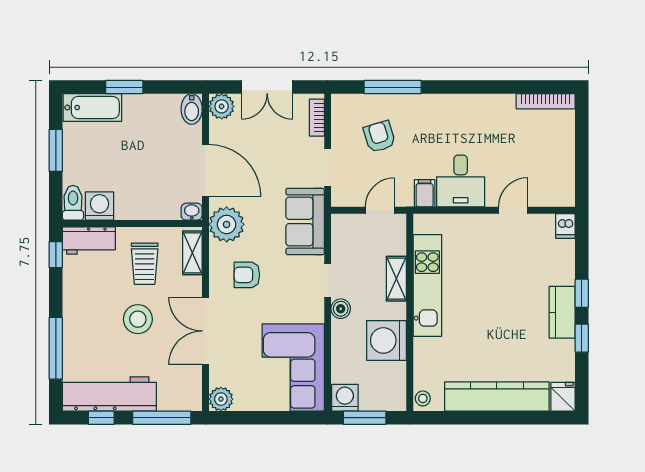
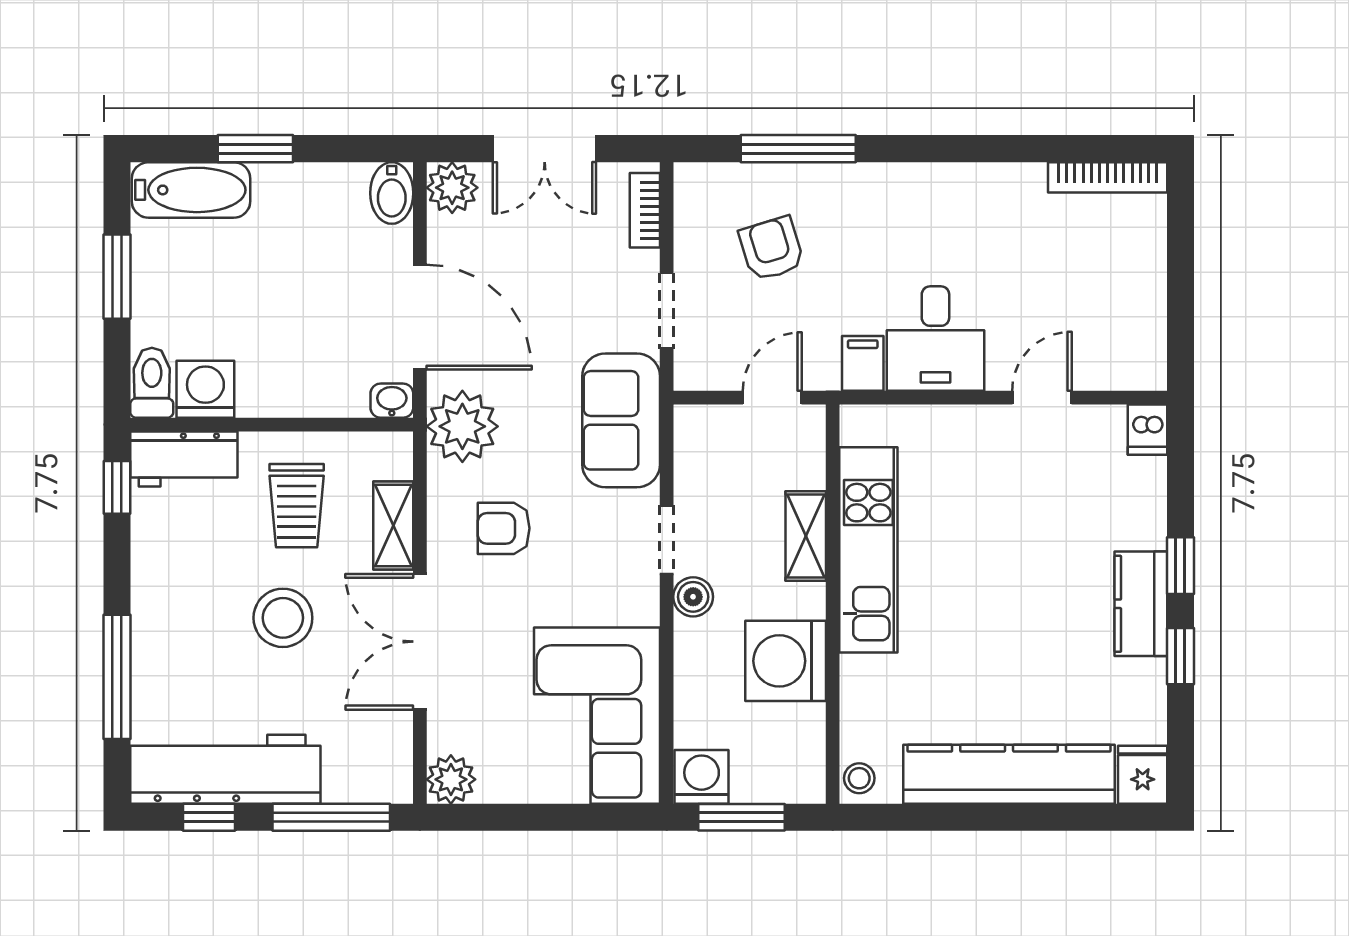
shelving: (192, 253) -> (393, 526), moved

